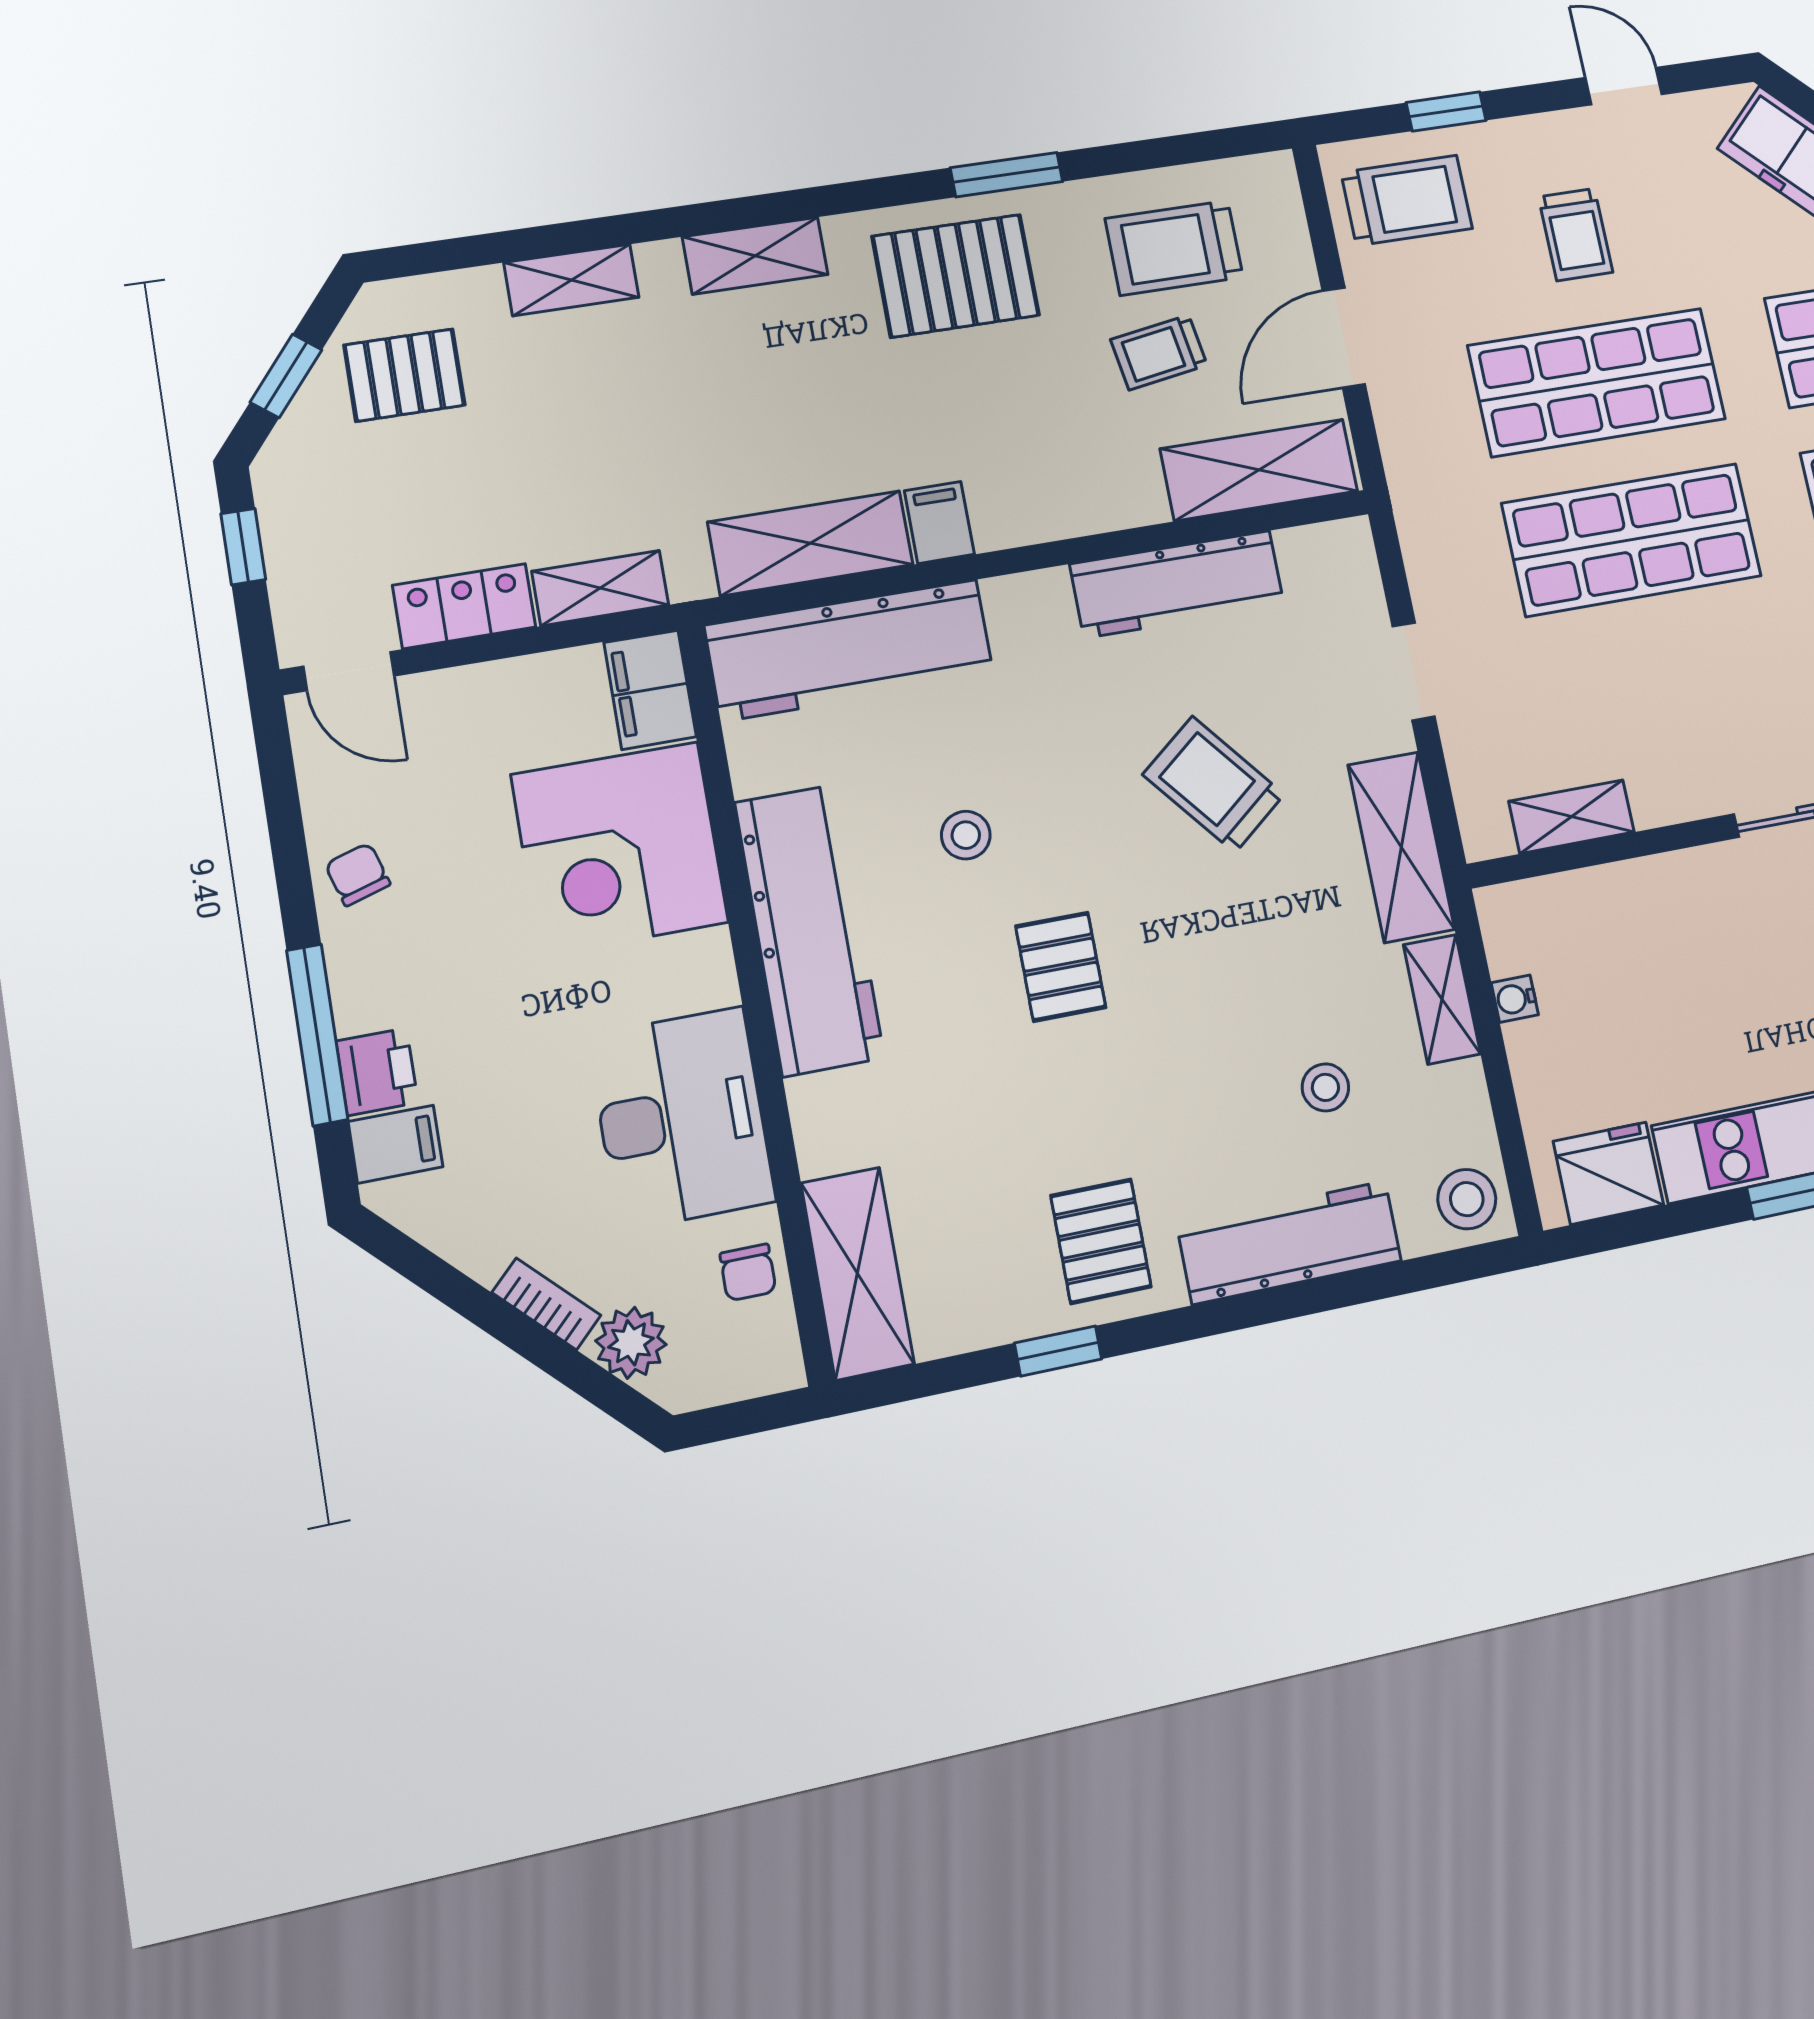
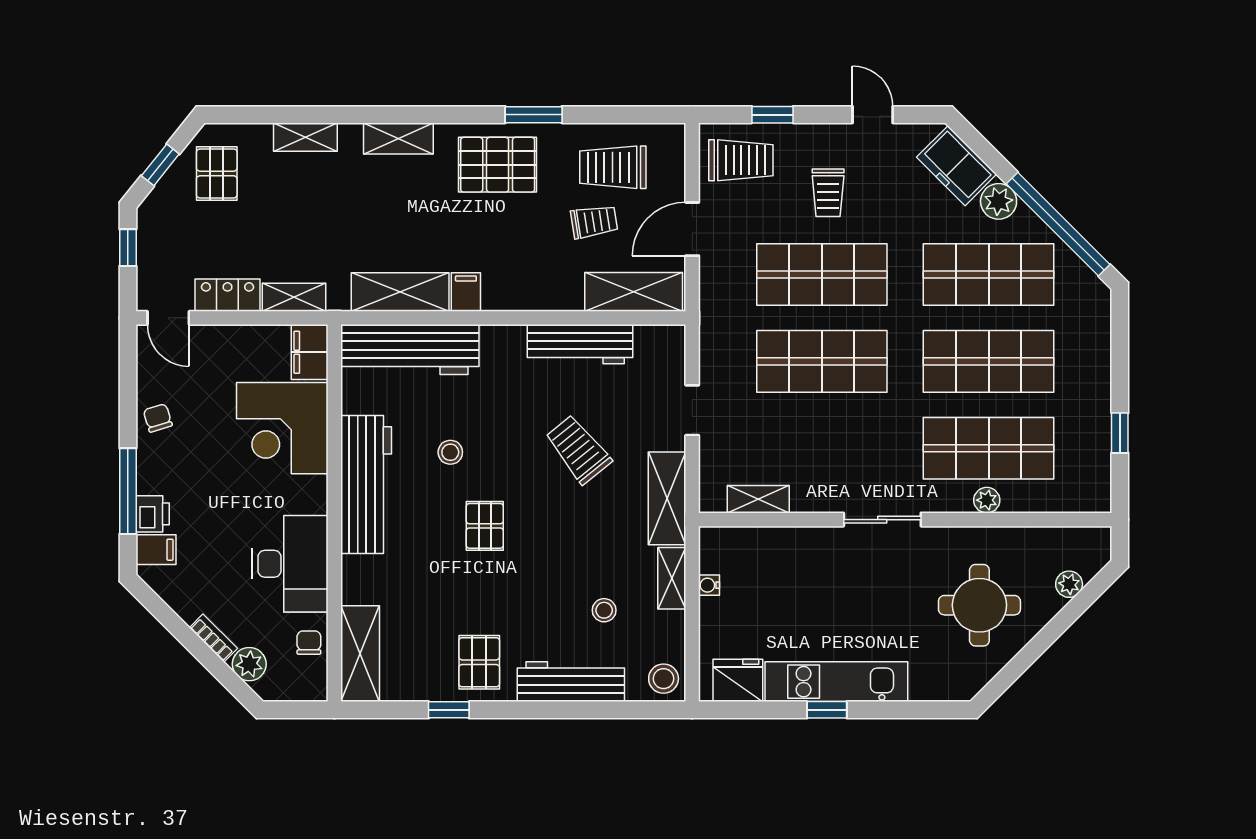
trolley: (1159, 352) -> (594, 222), turned 180
pallet: (404, 375) -> (217, 173), turned 90
chair: (748, 1272) -> (309, 643), turned 180

